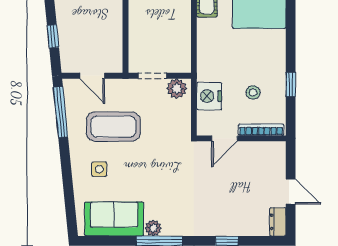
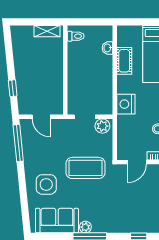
nightstand: (209, 96) -> (126, 104), moved
coffee table: (113, 127) -> (85, 168), moved
side table: (99, 169) -> (46, 184), width x1.87, depth x1.87

